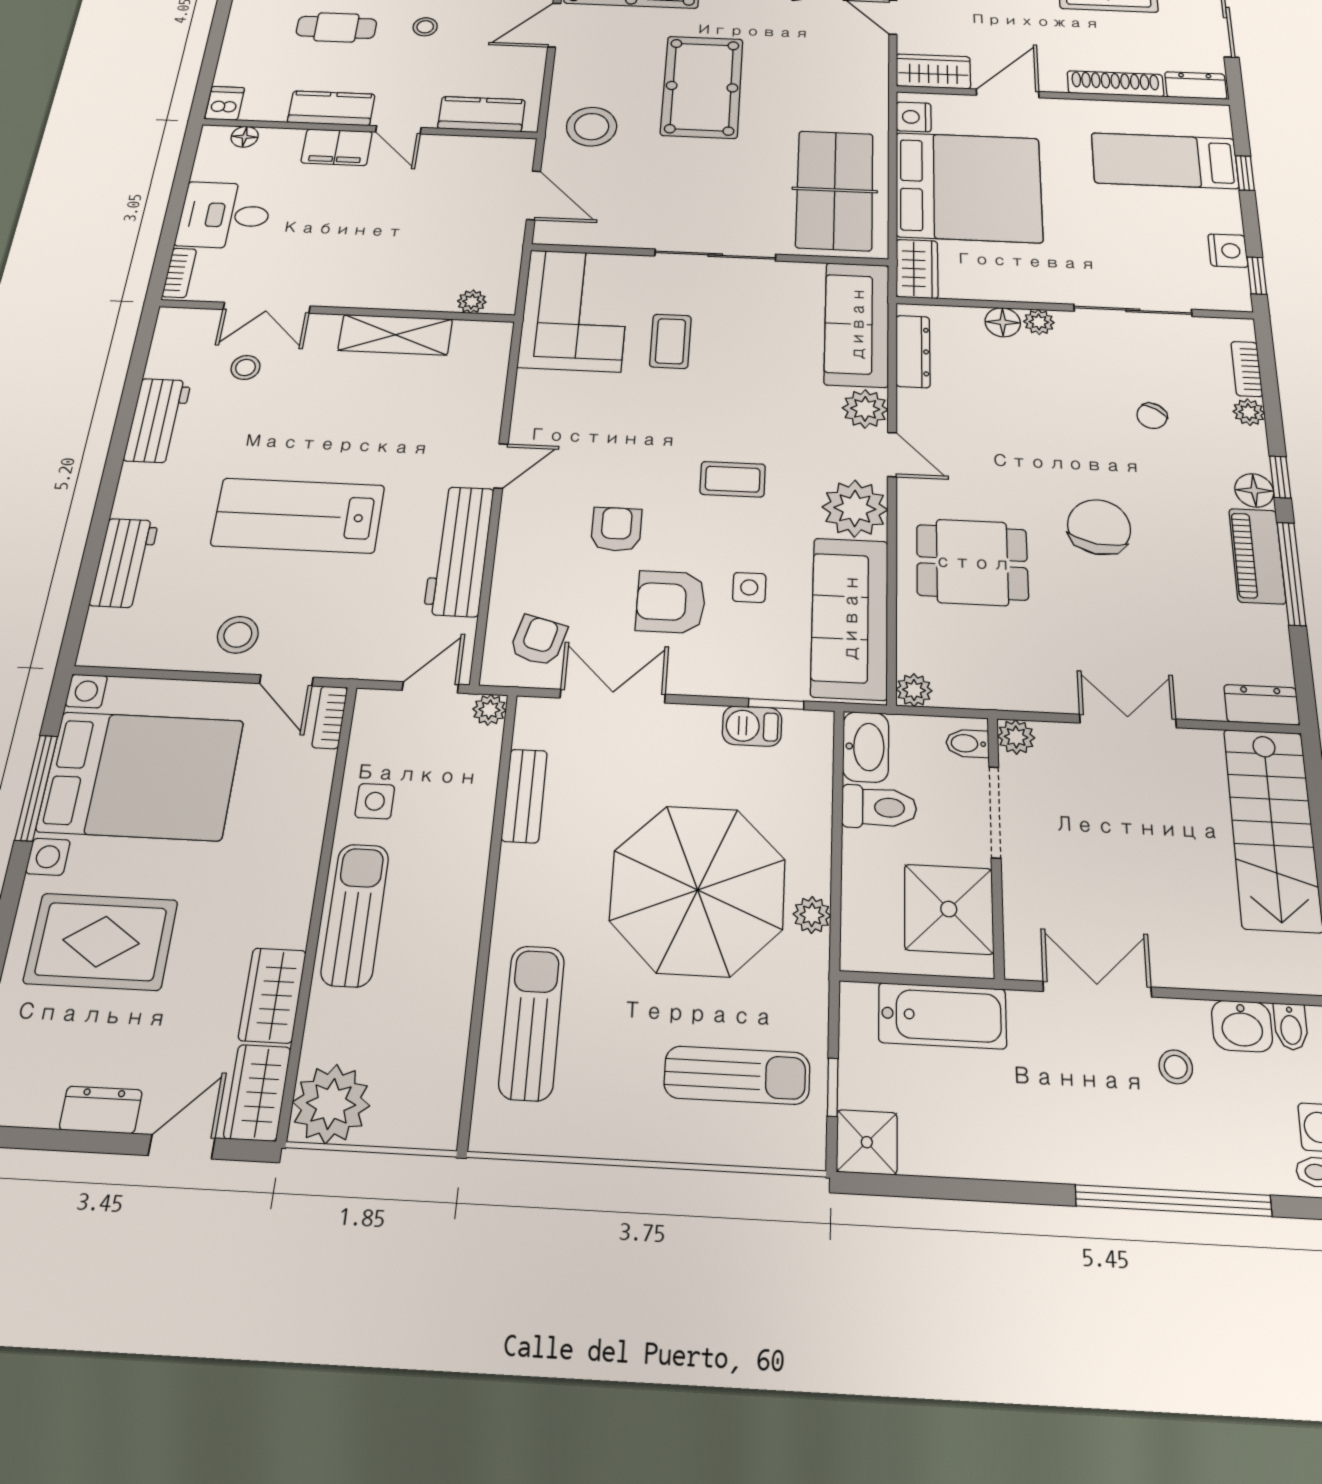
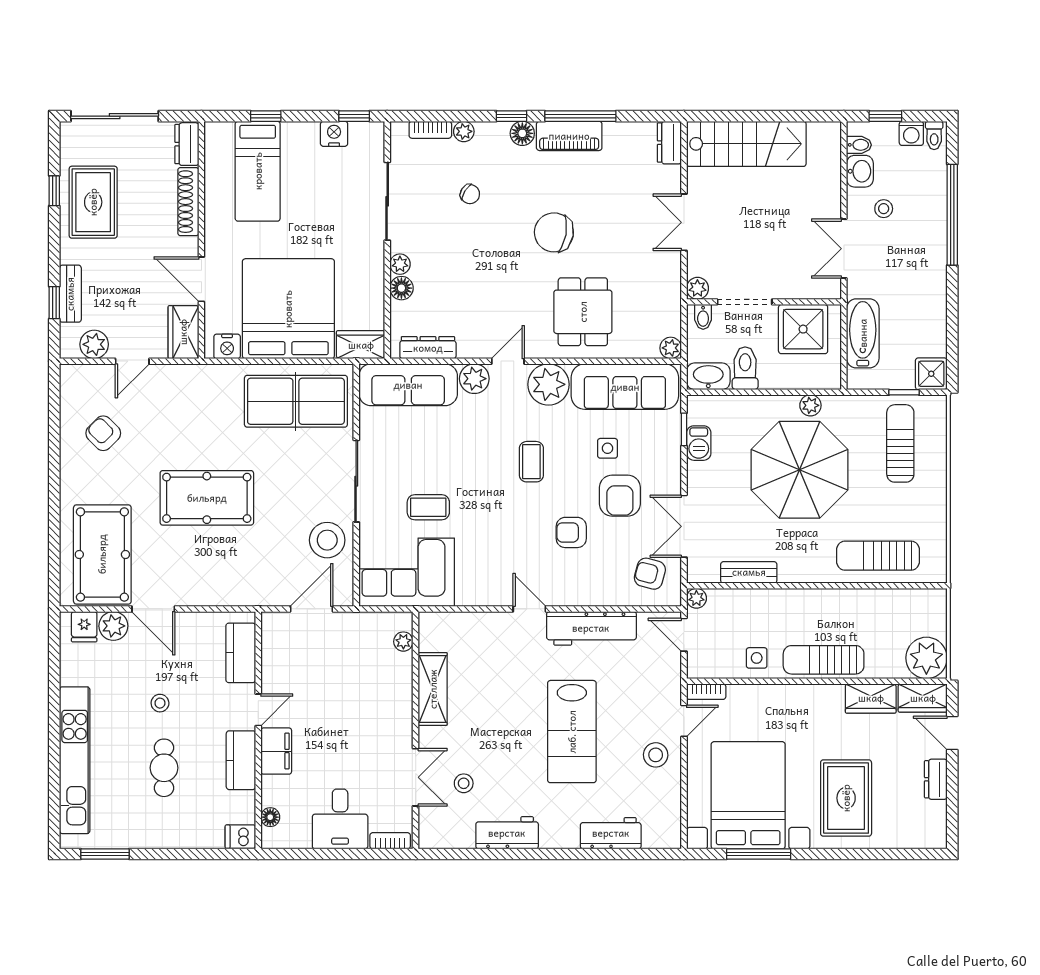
stool: (592, 127) -> (327, 540), moved

